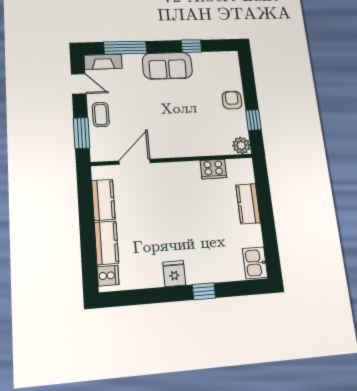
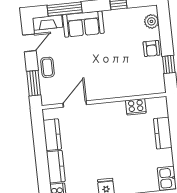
sofa: (167, 66) -> (83, 24), moved
door: (79, 84) -> (29, 43), hinge flipped
armchair: (232, 100) -> (151, 48), turned 180
plant: (241, 145) -> (151, 21), moved

